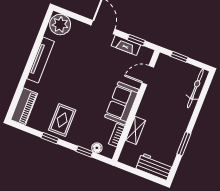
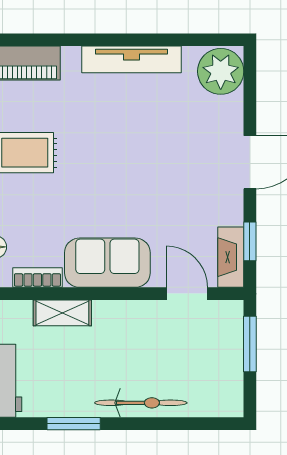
fireplace: (126, 45) -> (231, 257), moved
window: (179, 57) -> (250, 344), width x1.50
bicycle: (195, 88) -> (141, 403), moved

